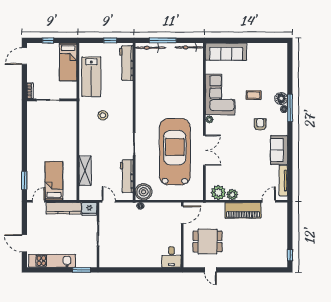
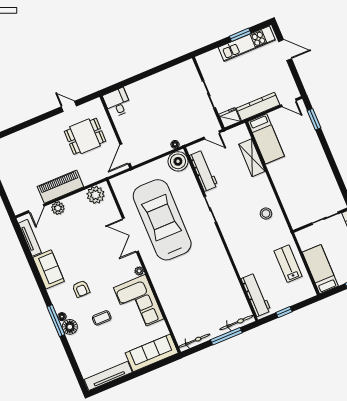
tv unit: (267, 48) -> (108, 376), added
lab bench: (91, 77) -> (288, 264), width x0.73, depth x0.72
stool: (103, 115) -> (266, 213), moved
car: (175, 152) -> (162, 220), turned 180
bed: (54, 181) -> (266, 139), moved
plant: (232, 195) -> (58, 208), moved
door: (39, 201) -> (289, 103), hinge flipped
window: (82, 270) -> (240, 35), moved

